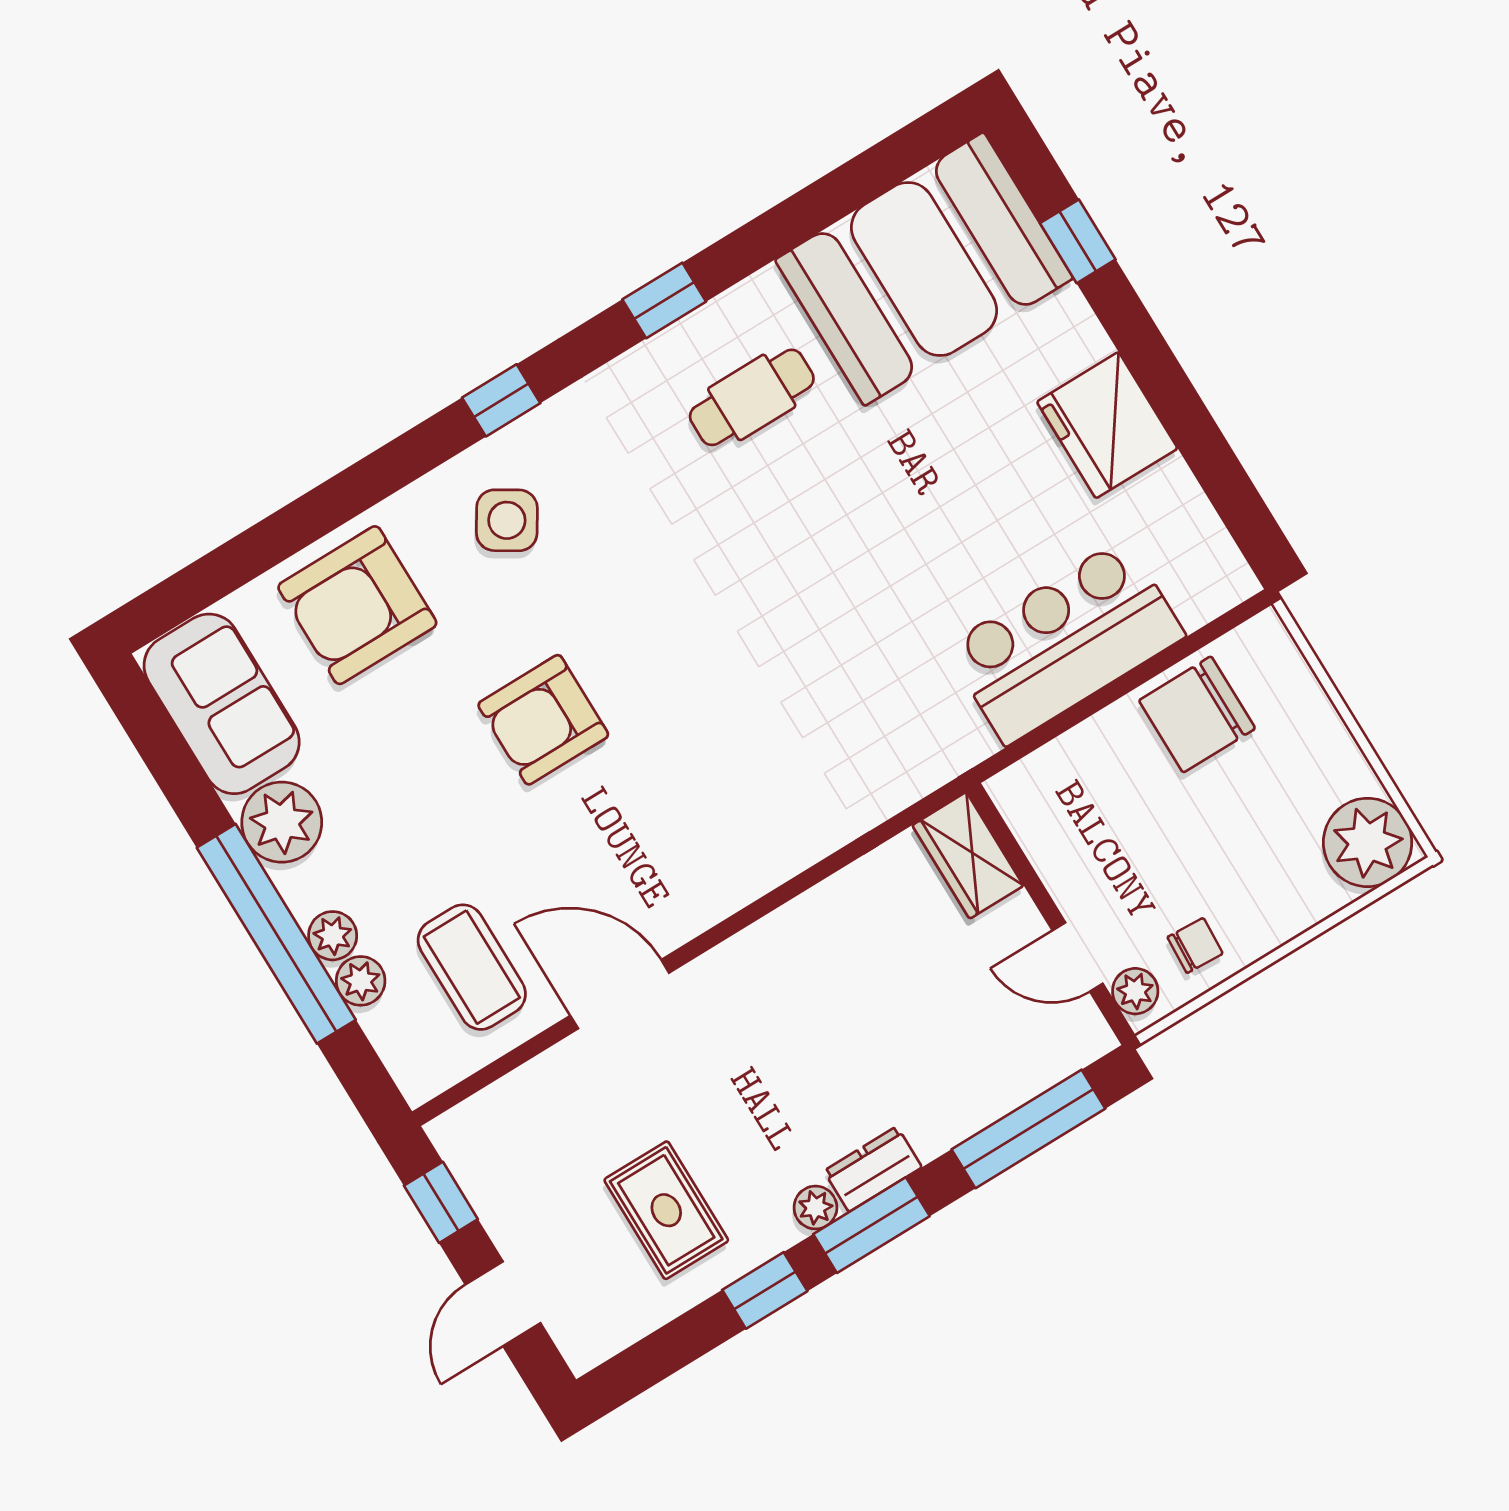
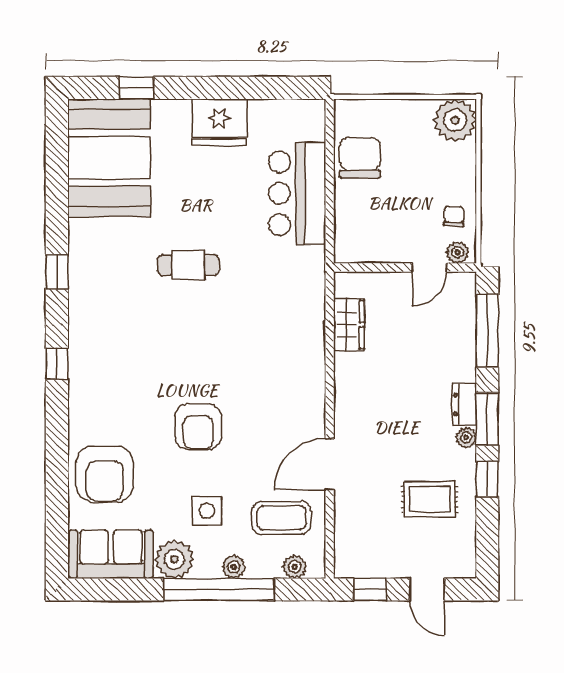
cafe table: (752, 397) -> (188, 265), moved, turned 90
side table: (507, 520) -> (207, 511), moved, turned -32
chair: (1197, 714) -> (360, 158), turned 180
wardrobe: (968, 855) -> (349, 325), moved, turned -90
plant: (361, 981) -> (295, 567), moved

